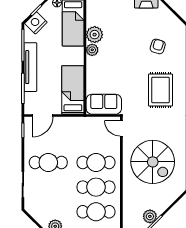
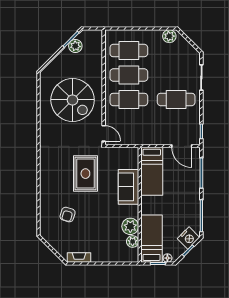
plant: (92, 50) -> (133, 242), moved
tv unit: (30, 67) -> (194, 194), removed
rug: (160, 90) -> (85, 174), moved
sofa: (104, 104) -> (128, 187), moved, turned 90
door: (43, 116) -> (182, 146), swing flipped
spiral stairs: (153, 162) -> (73, 100), turned 180

